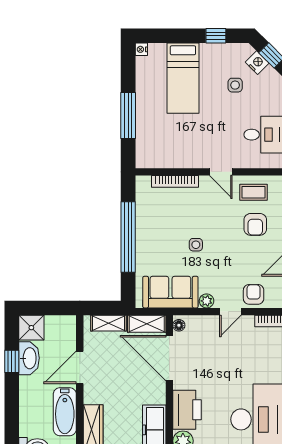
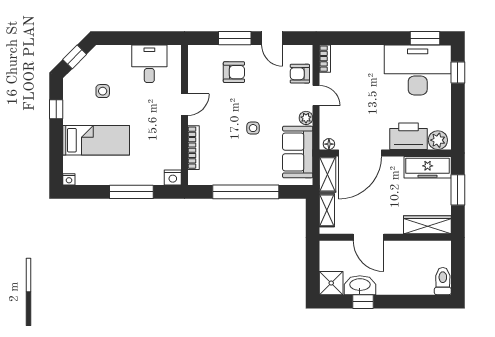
nightstand: (257, 63) -> (173, 177), moved, turned -135
coffee table: (253, 192) -> (204, 74), removed
bathtub: (65, 412) -> (410, 251), removed

